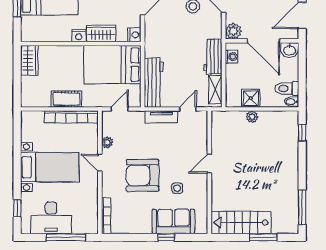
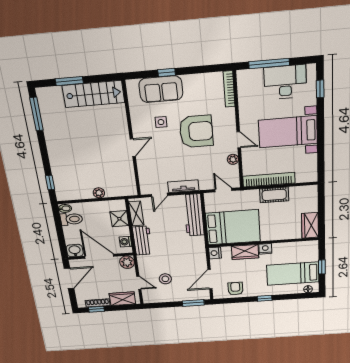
shower: (251, 98) -> (119, 219), moved
door: (120, 109) -> (223, 190), swing flipped

